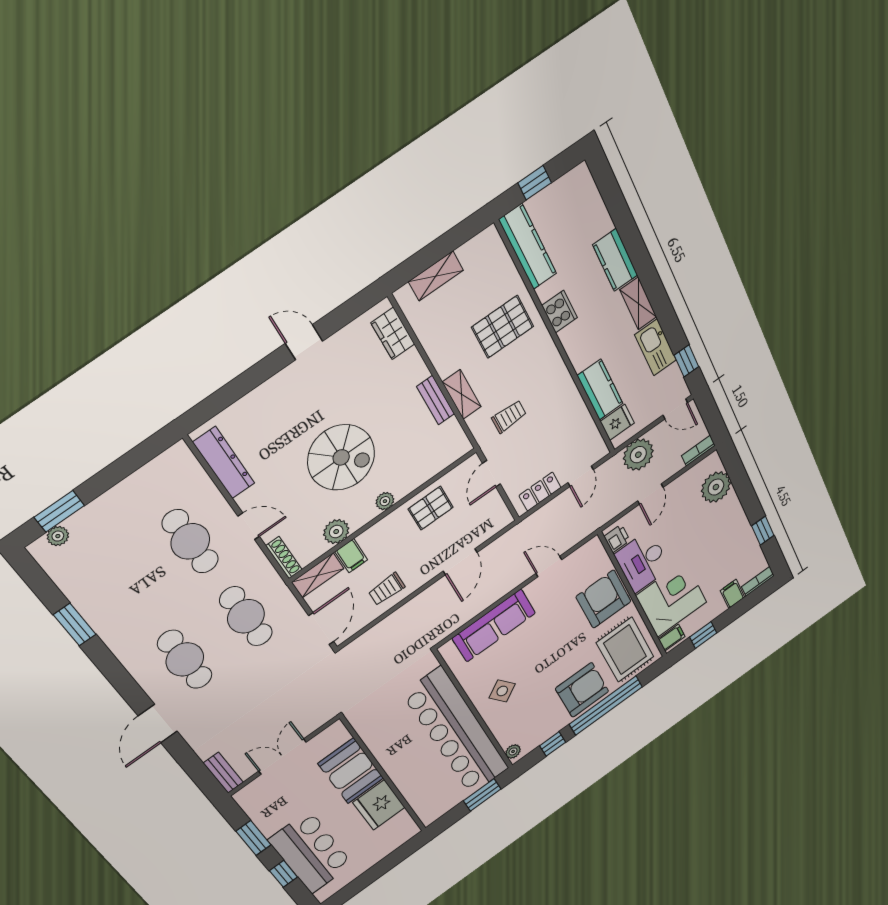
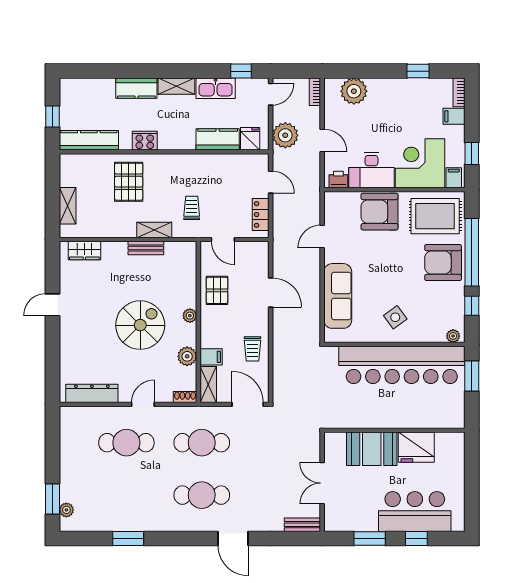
shoe rack: (284, 558) -> (185, 397), width x0.70
armchair: (582, 690) -> (443, 263), turned -90

